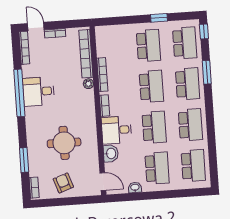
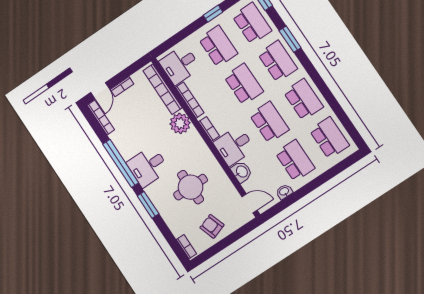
door: (36, 26) -> (100, 91), swing flipped
desk: (110, 43) -> (180, 65), added
plant: (88, 84) -> (180, 123), width x1.88, depth x1.88
desk: (38, 92) -> (148, 166), moved
window: (24, 160) -> (148, 205), moved

